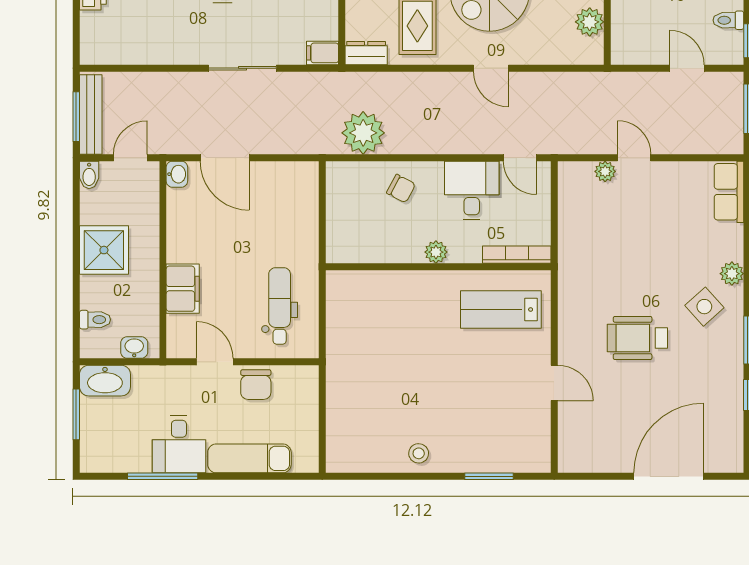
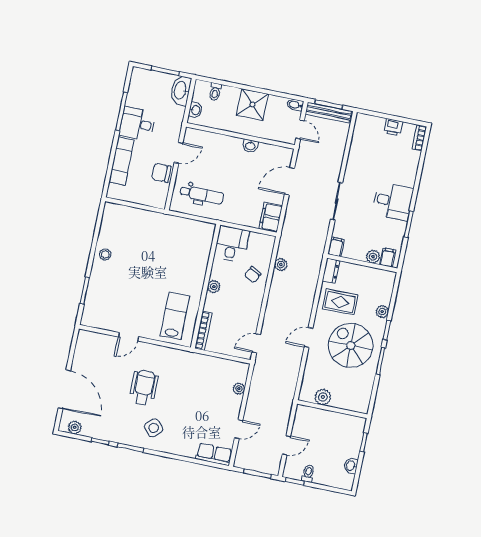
plant: (363, 133) -> (281, 265), width x0.53, depth x0.53
door: (634, 158) -> (239, 429), moved
washbasin: (177, 174) -> (250, 146), moved
desk: (472, 190) -> (232, 244), moved, turned -90
plant: (732, 274) -> (75, 427), moved
filing cabinet: (183, 289) -> (271, 217), moved, turned 90

